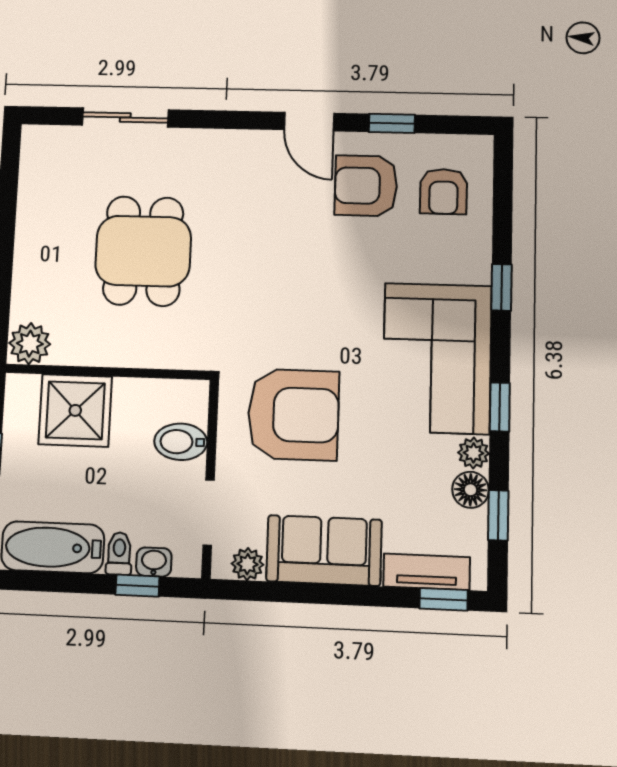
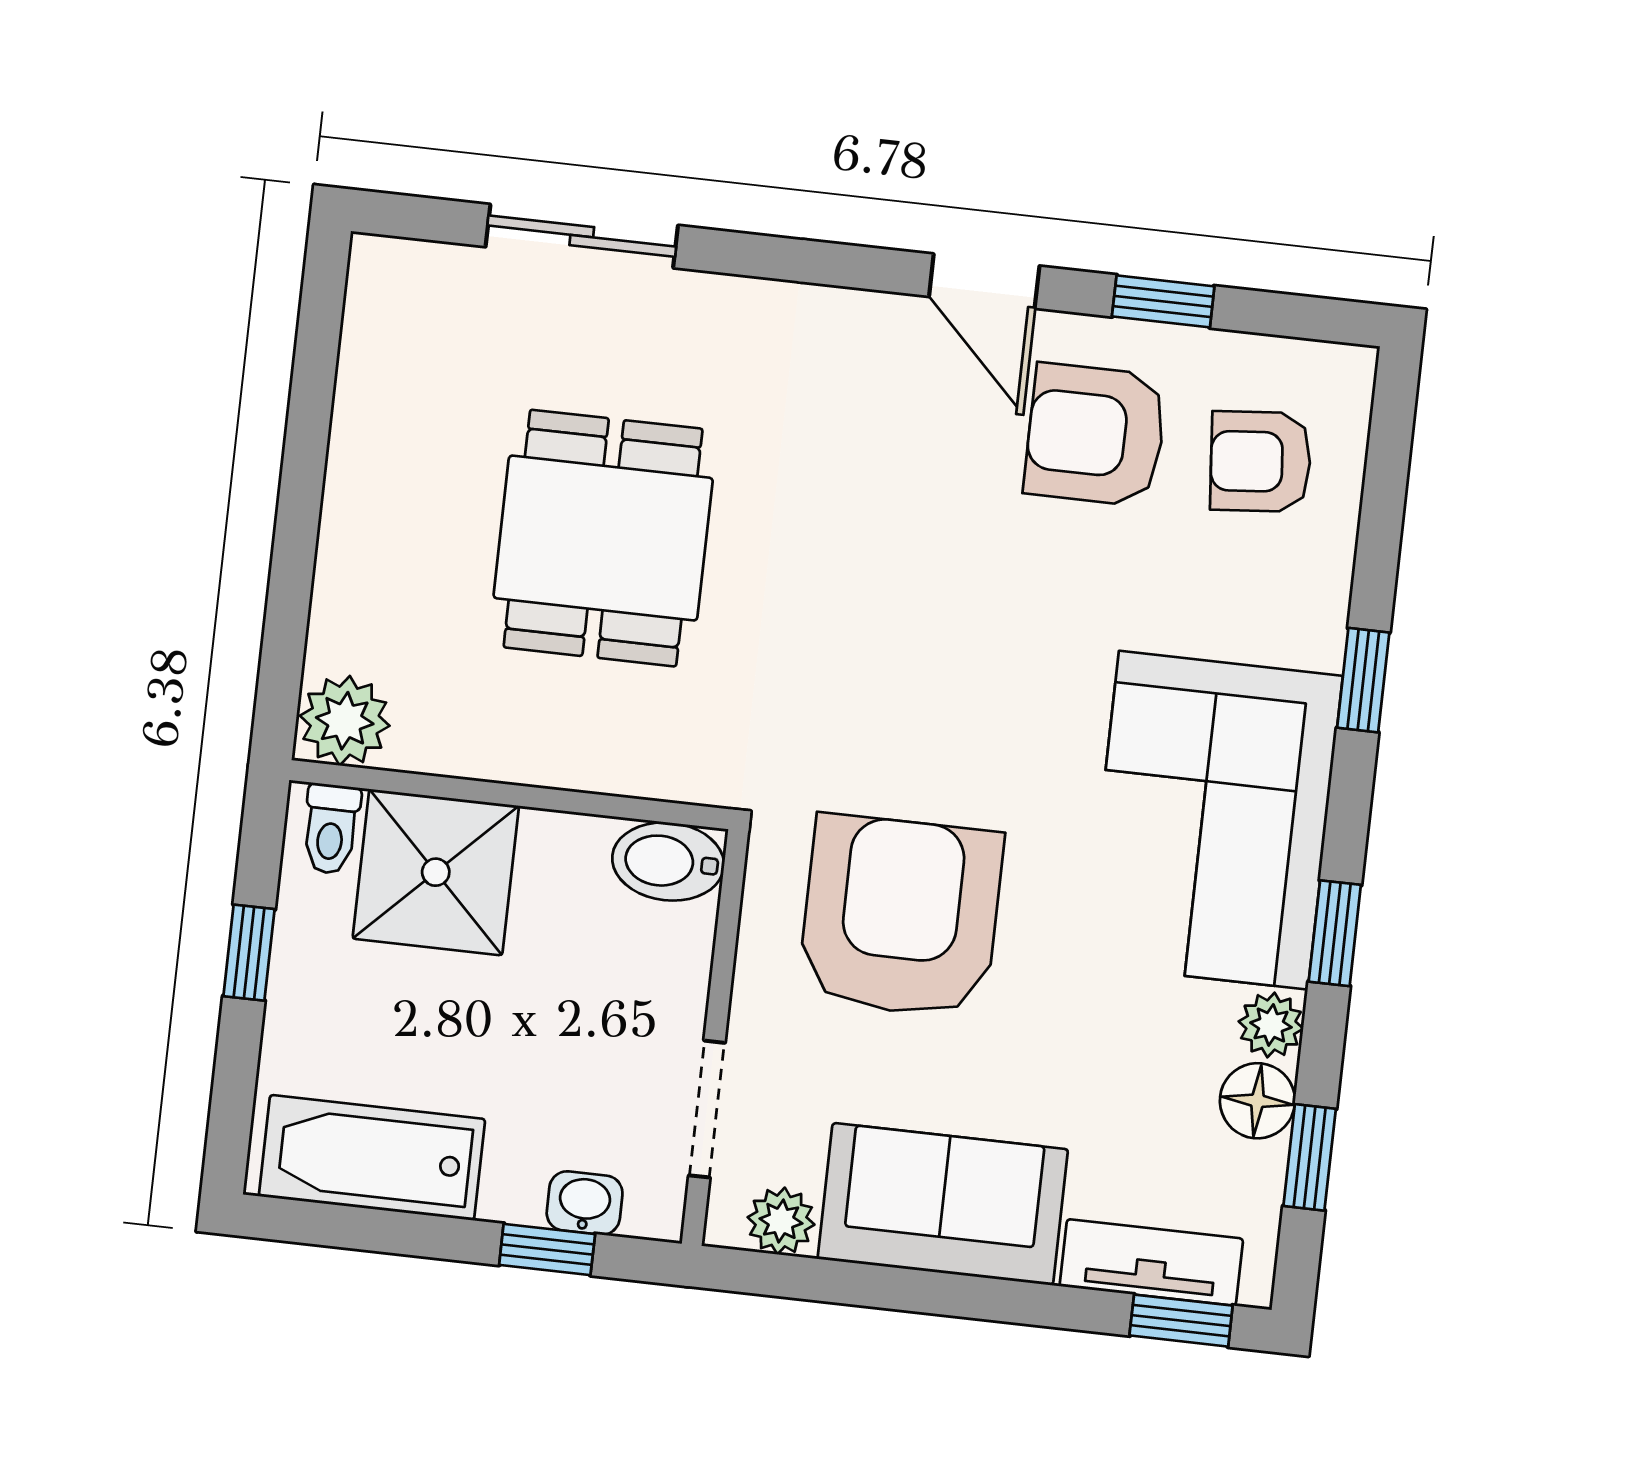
armchair: (444, 191) -> (1260, 462), turned 85
armchair: (293, 415) -> (901, 916), turned -90
bidet: (181, 442) -> (668, 862), moved
toilet: (119, 554) -> (331, 829), moved, turned 180

